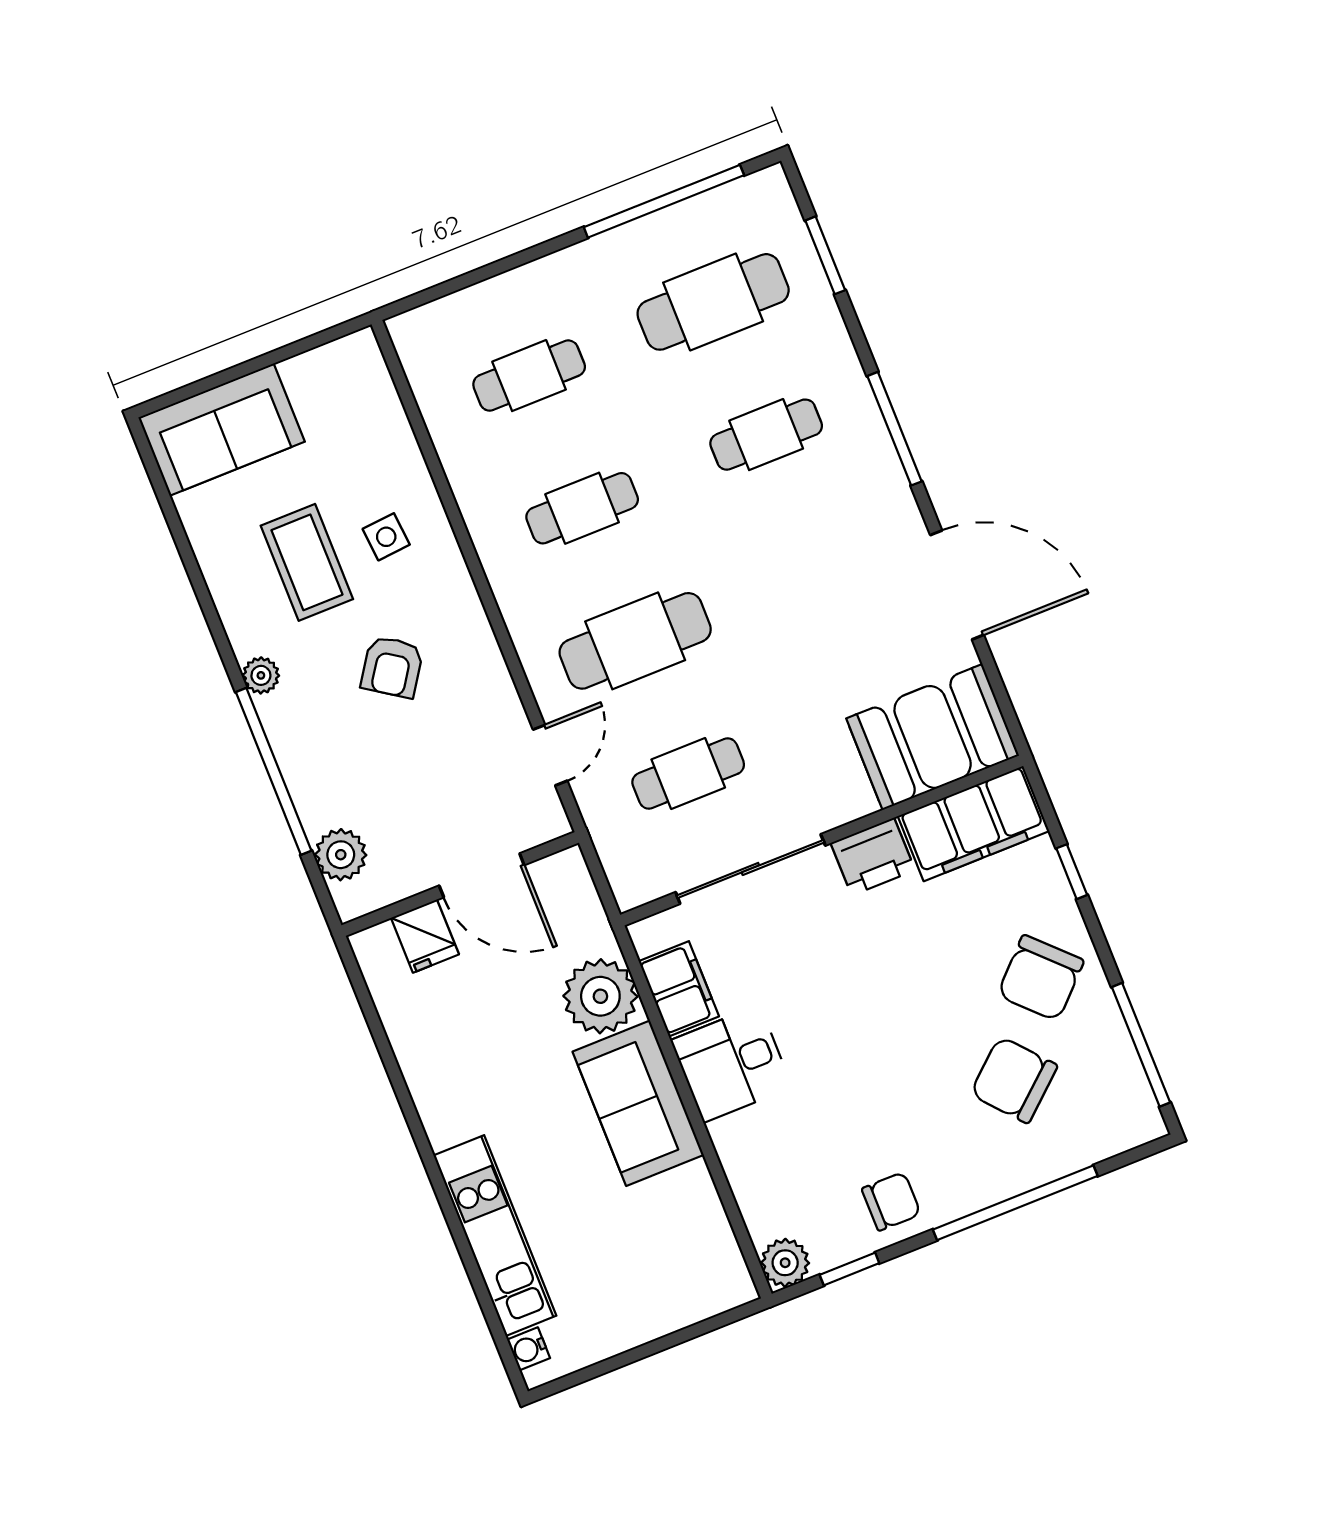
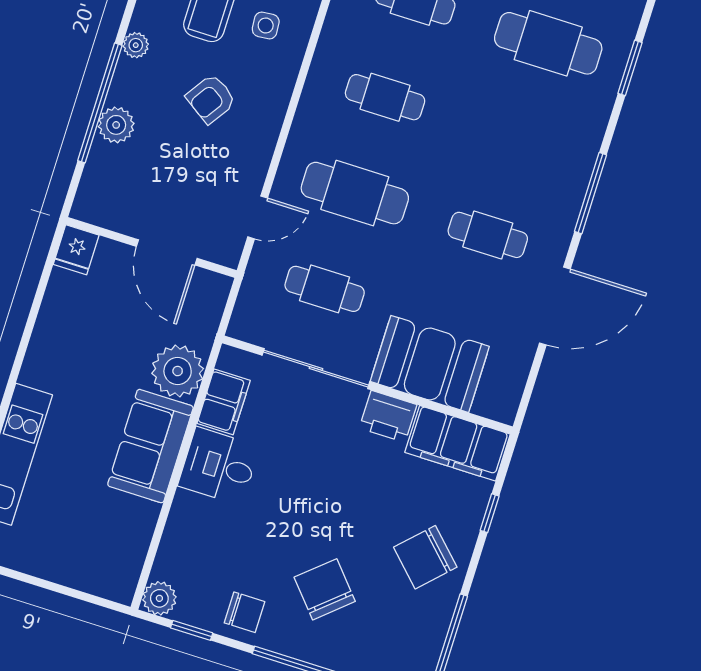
cafe table: (766, 435) -> (488, 235), moved
door: (957, 585) -> (555, 306), hinge flipped
booth: (933, 737) -> (430, 364), moved
plant: (341, 855) -> (116, 125), moved
fridge: (425, 936) -> (76, 250), moved
chair: (1014, 1080) -> (325, 589), moved

